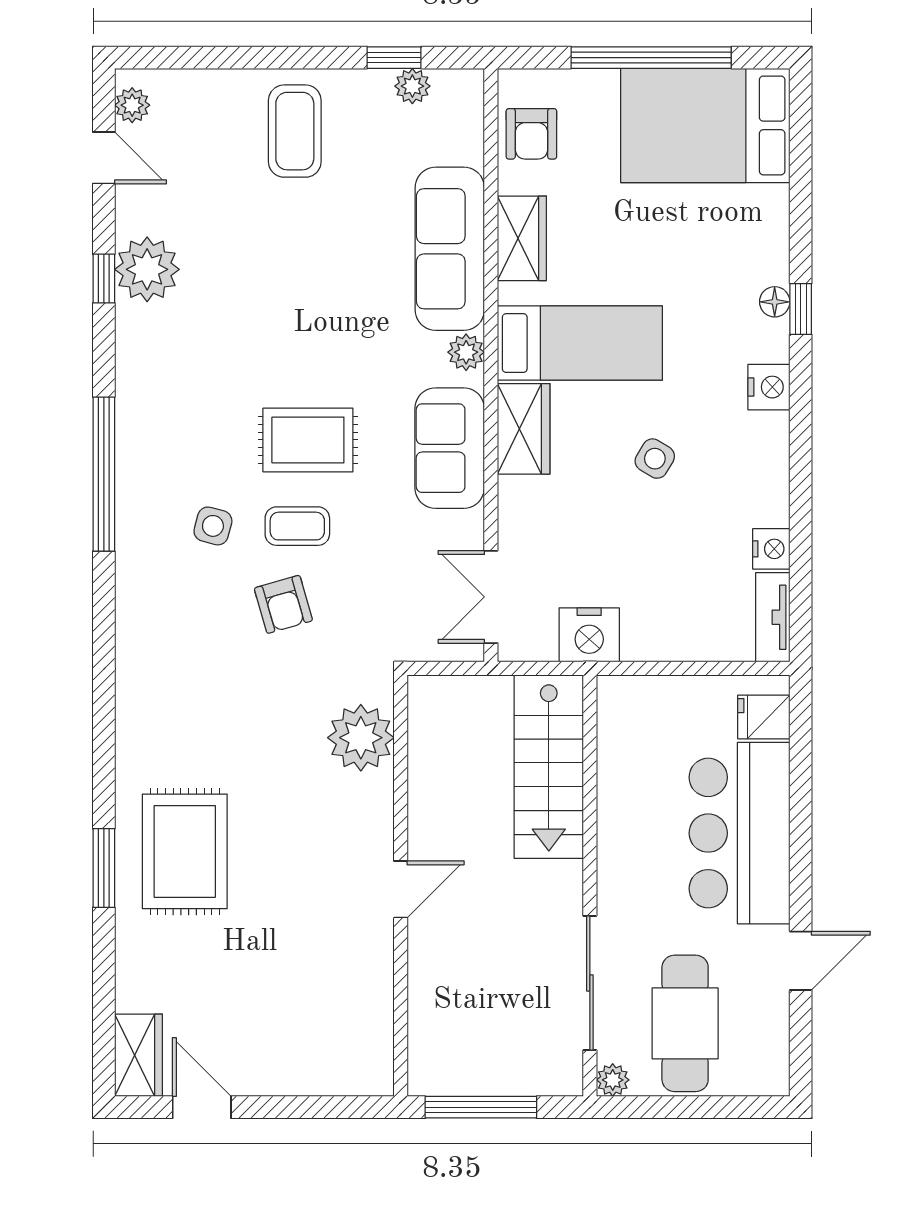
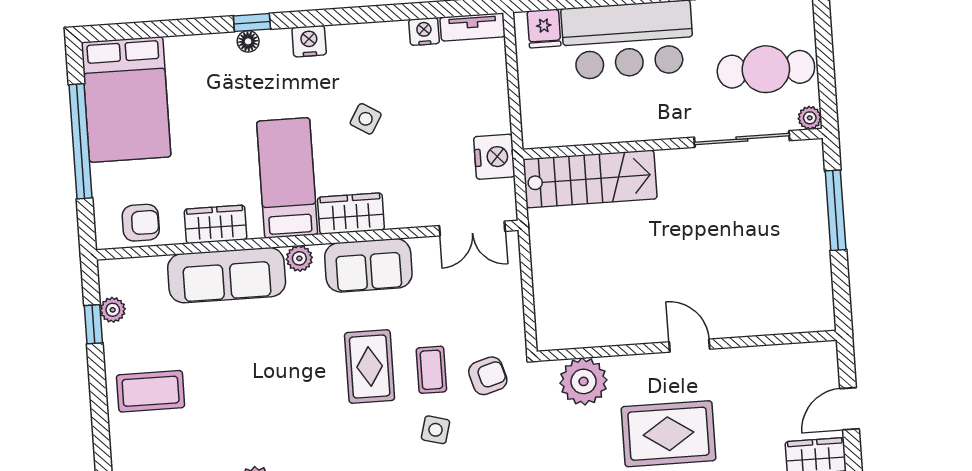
plant: (361, 738) -> (584, 381), moved
wall: (401, 886) -> (687, 346), moved
door: (401, 889) -> (689, 346), moved

